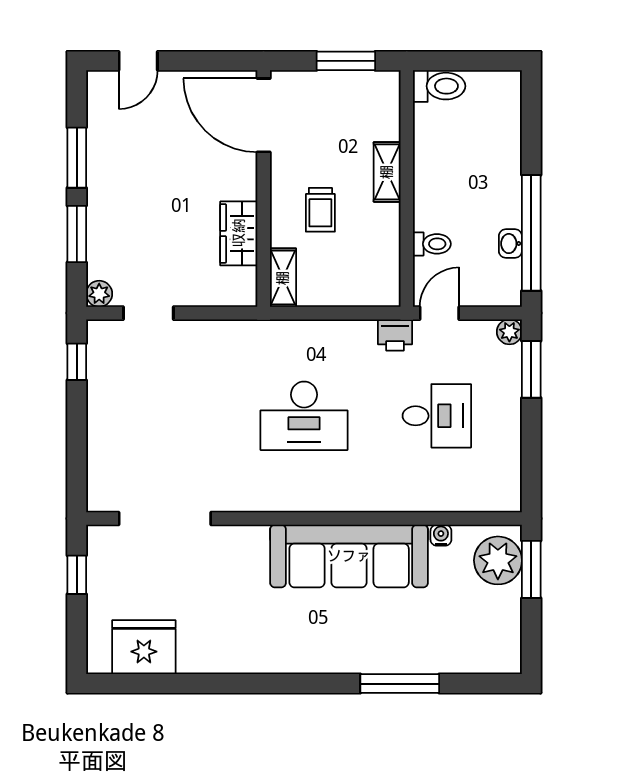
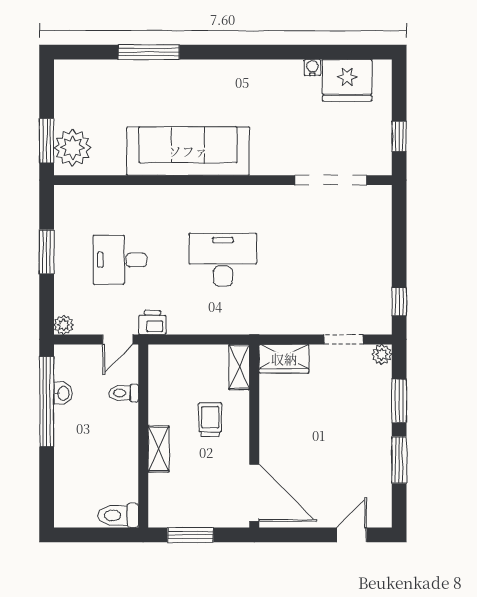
wardrobe: (239, 233) -> (284, 359), moved, turned 90
window: (531, 369) -> (47, 252), moved
water cooler: (441, 535) -> (312, 68), moved, turned 180

